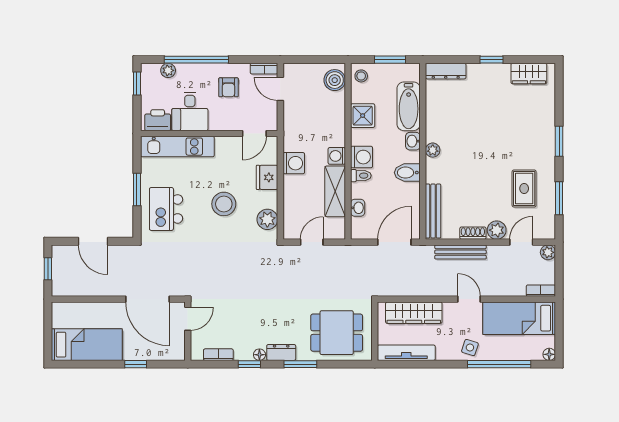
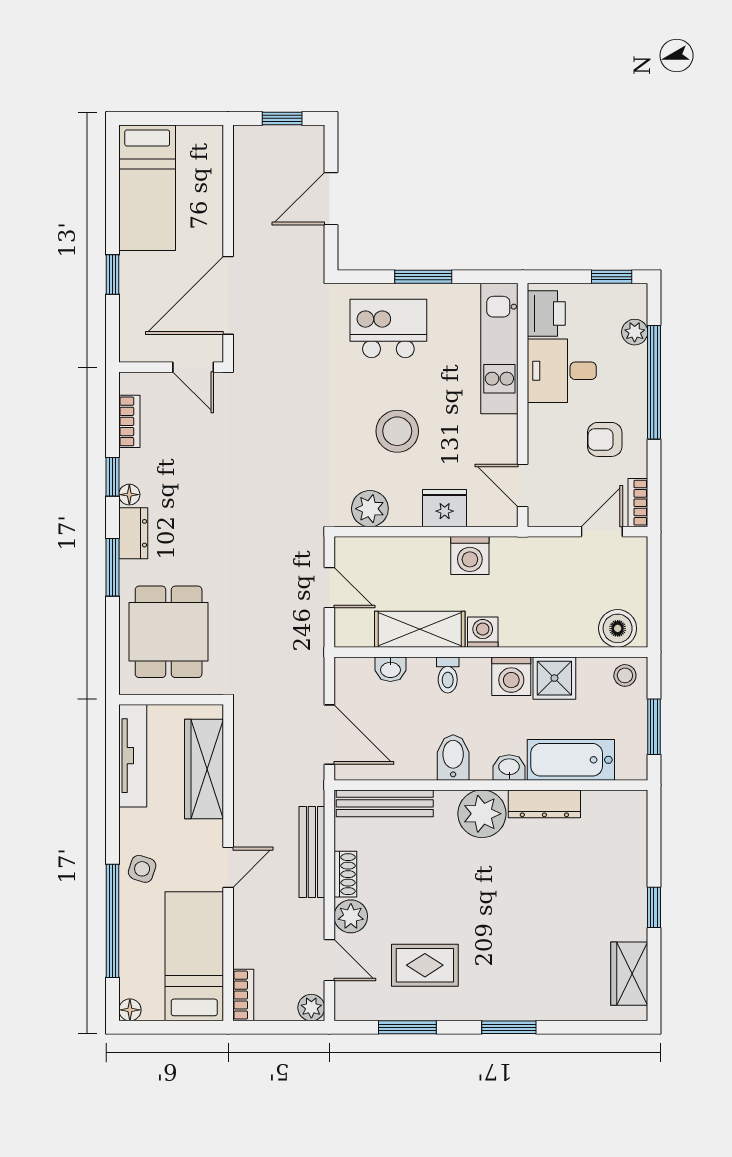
dresser: (446, 71) -> (544, 804), moved, turned -90
plant: (433, 150) -> (482, 814), width x1.88, depth x1.88
washing machine: (362, 157) -> (511, 676), moved

